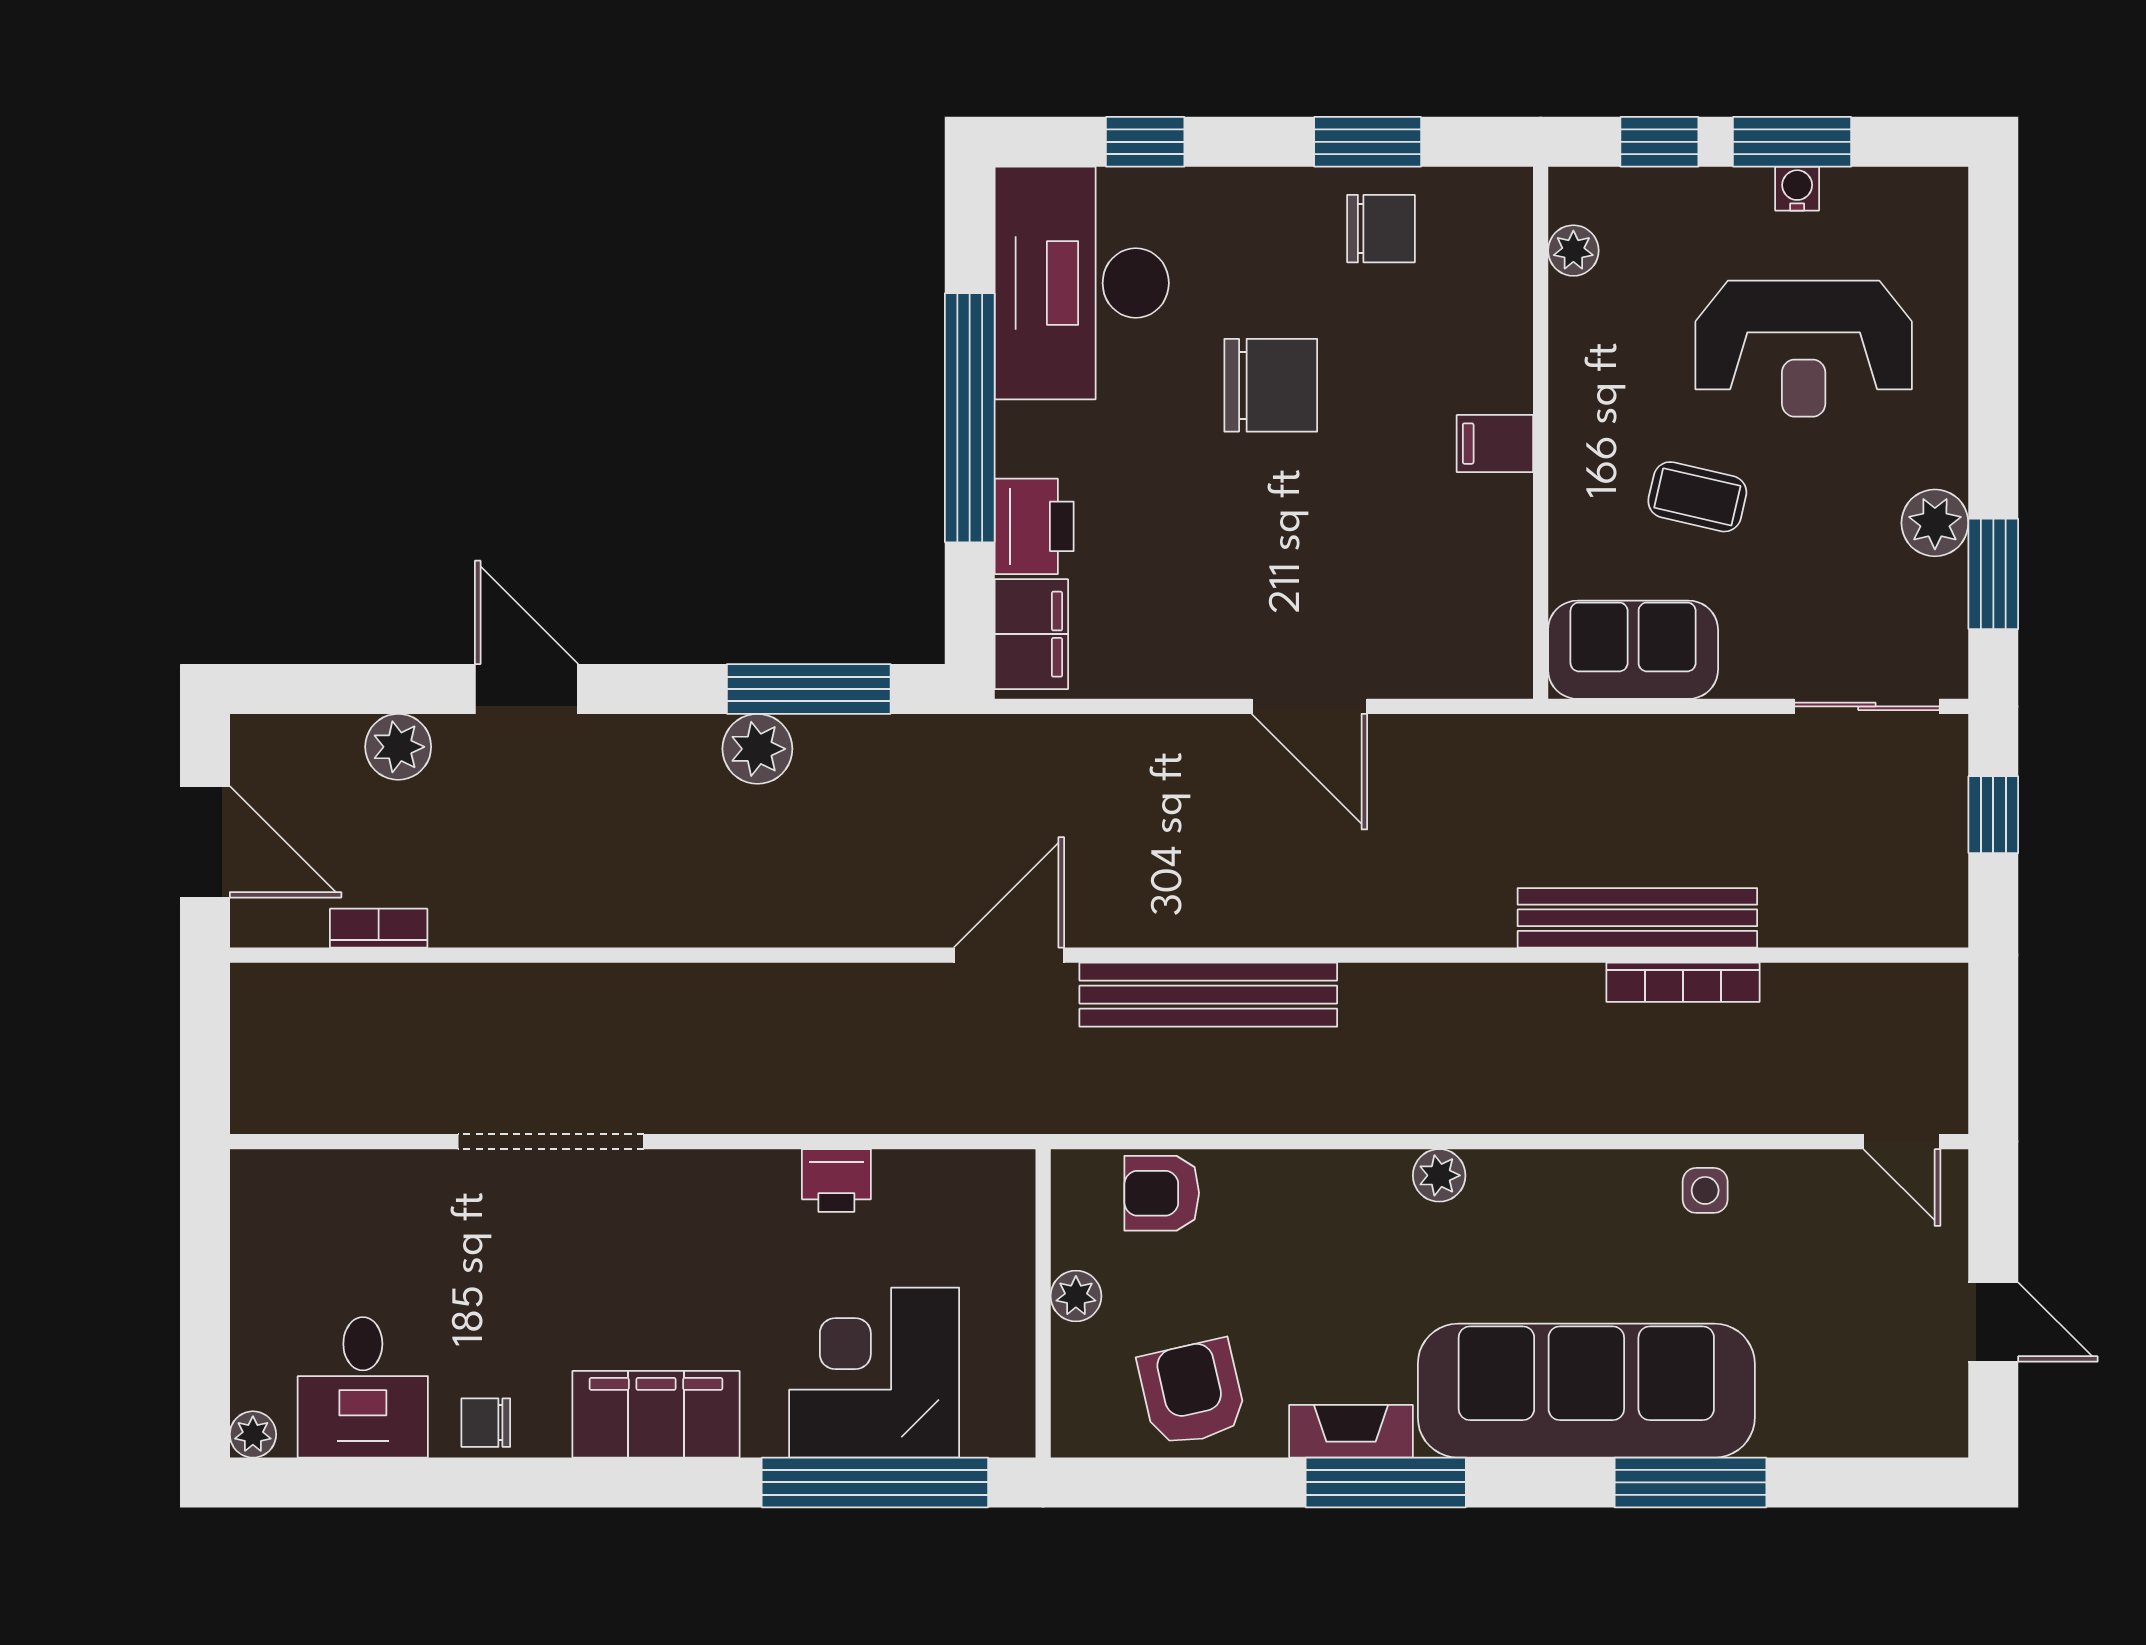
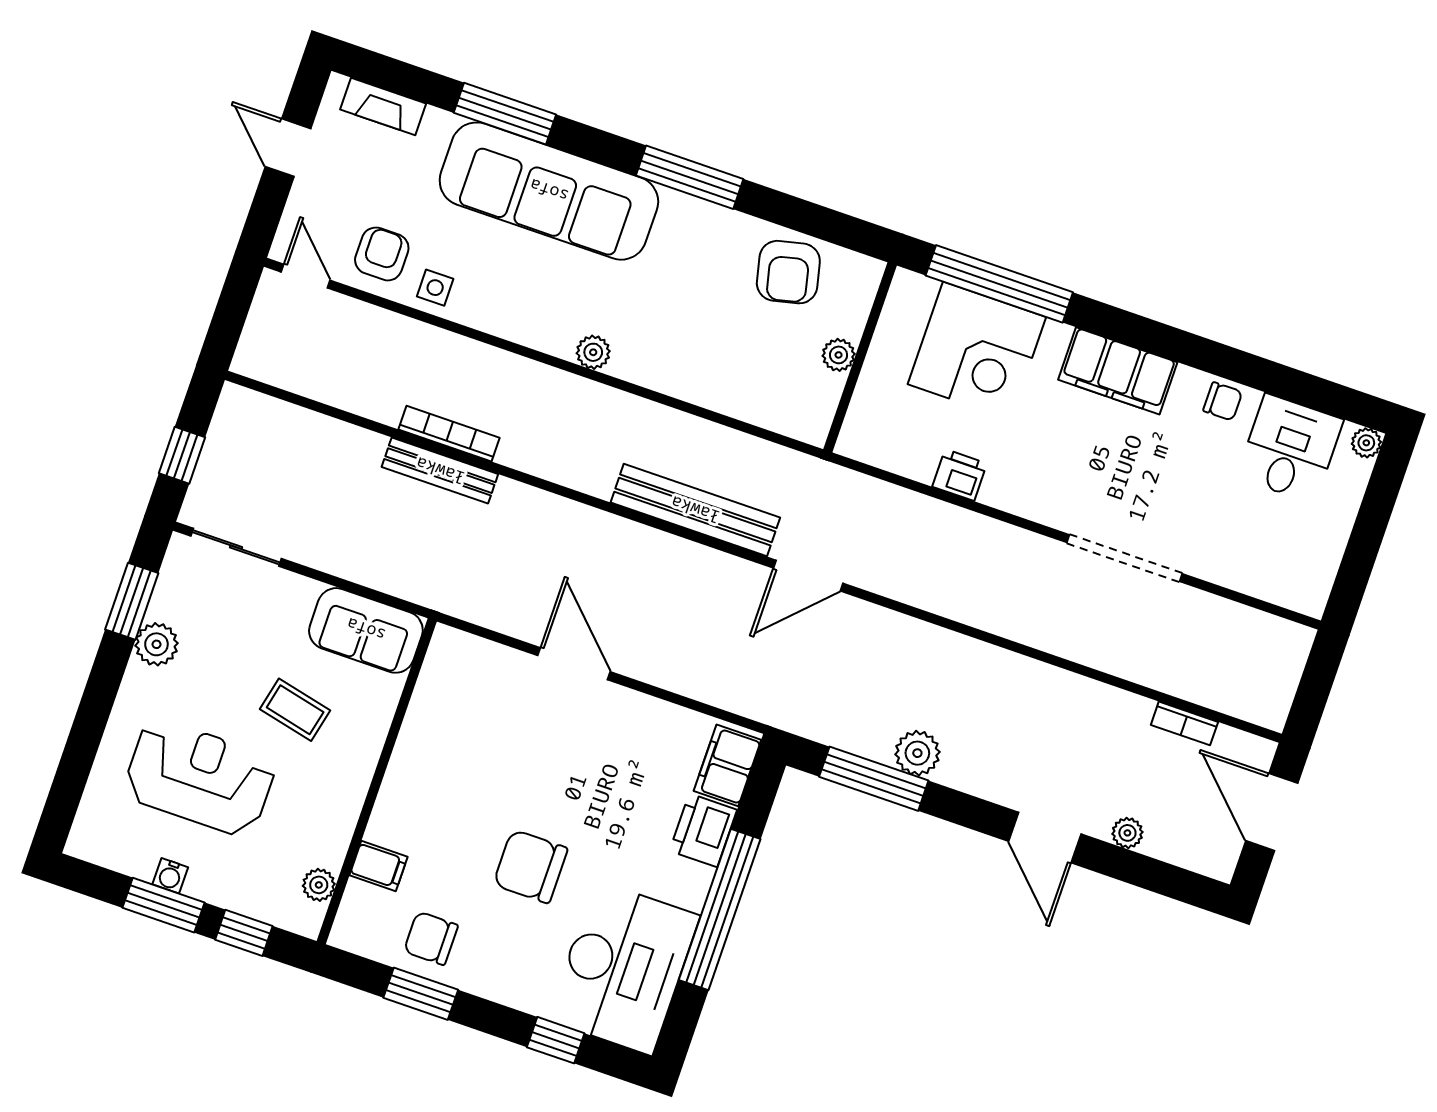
filing cabinet: (1495, 444) -> (378, 866), moved
plant: (398, 747) -> (1127, 833), width x0.73, depth x0.73
bench: (1637, 918) -> (440, 471), width x0.73, depth x0.82
bookcase: (1683, 982) -> (449, 434), moved
armchair: (1162, 1193) -> (382, 254), moved, turned -90
fireplace: (1351, 1431) -> (383, 107), moved

